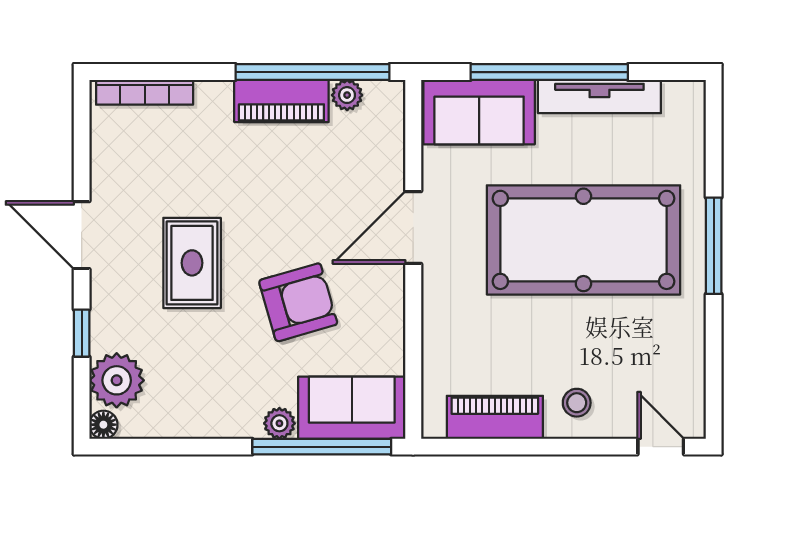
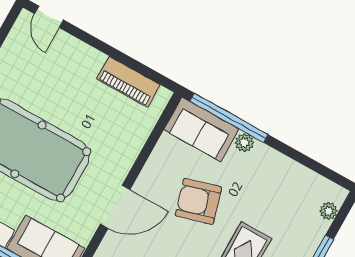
plant: (117, 380) -> (329, 211), width x0.53, depth x0.53
stool: (577, 403) -> (81, 65), removed
floor lamp: (103, 425) -> (338, 194), removed

